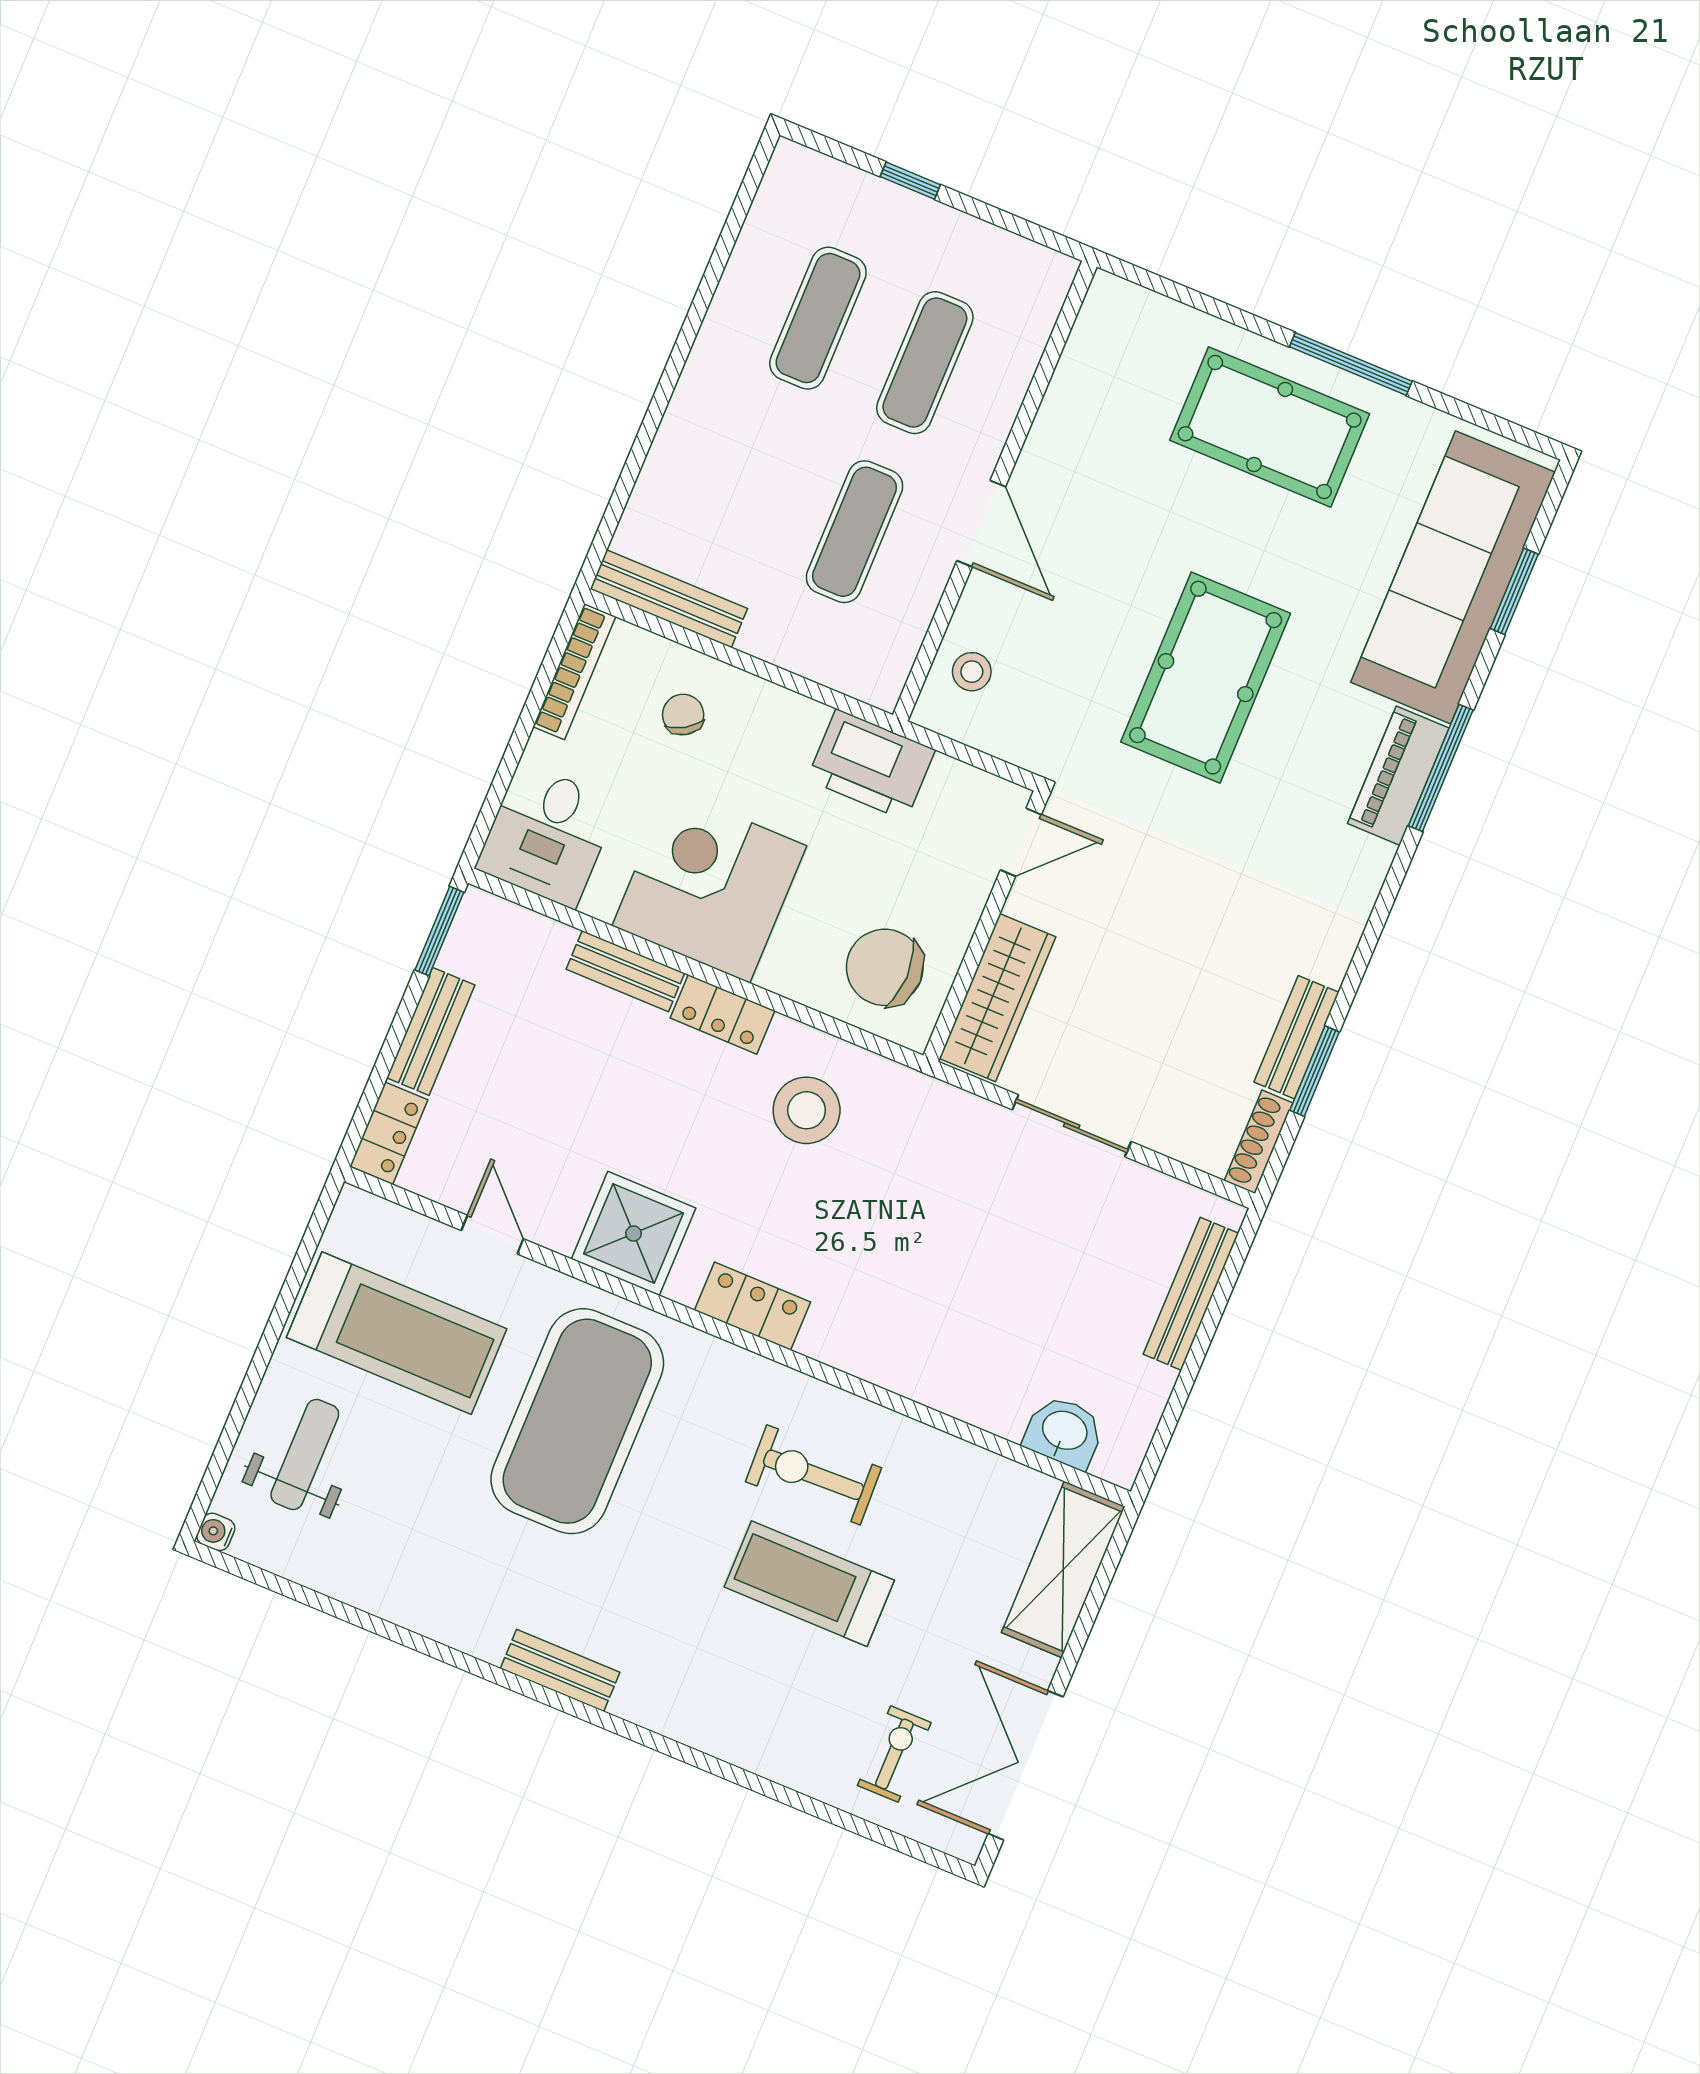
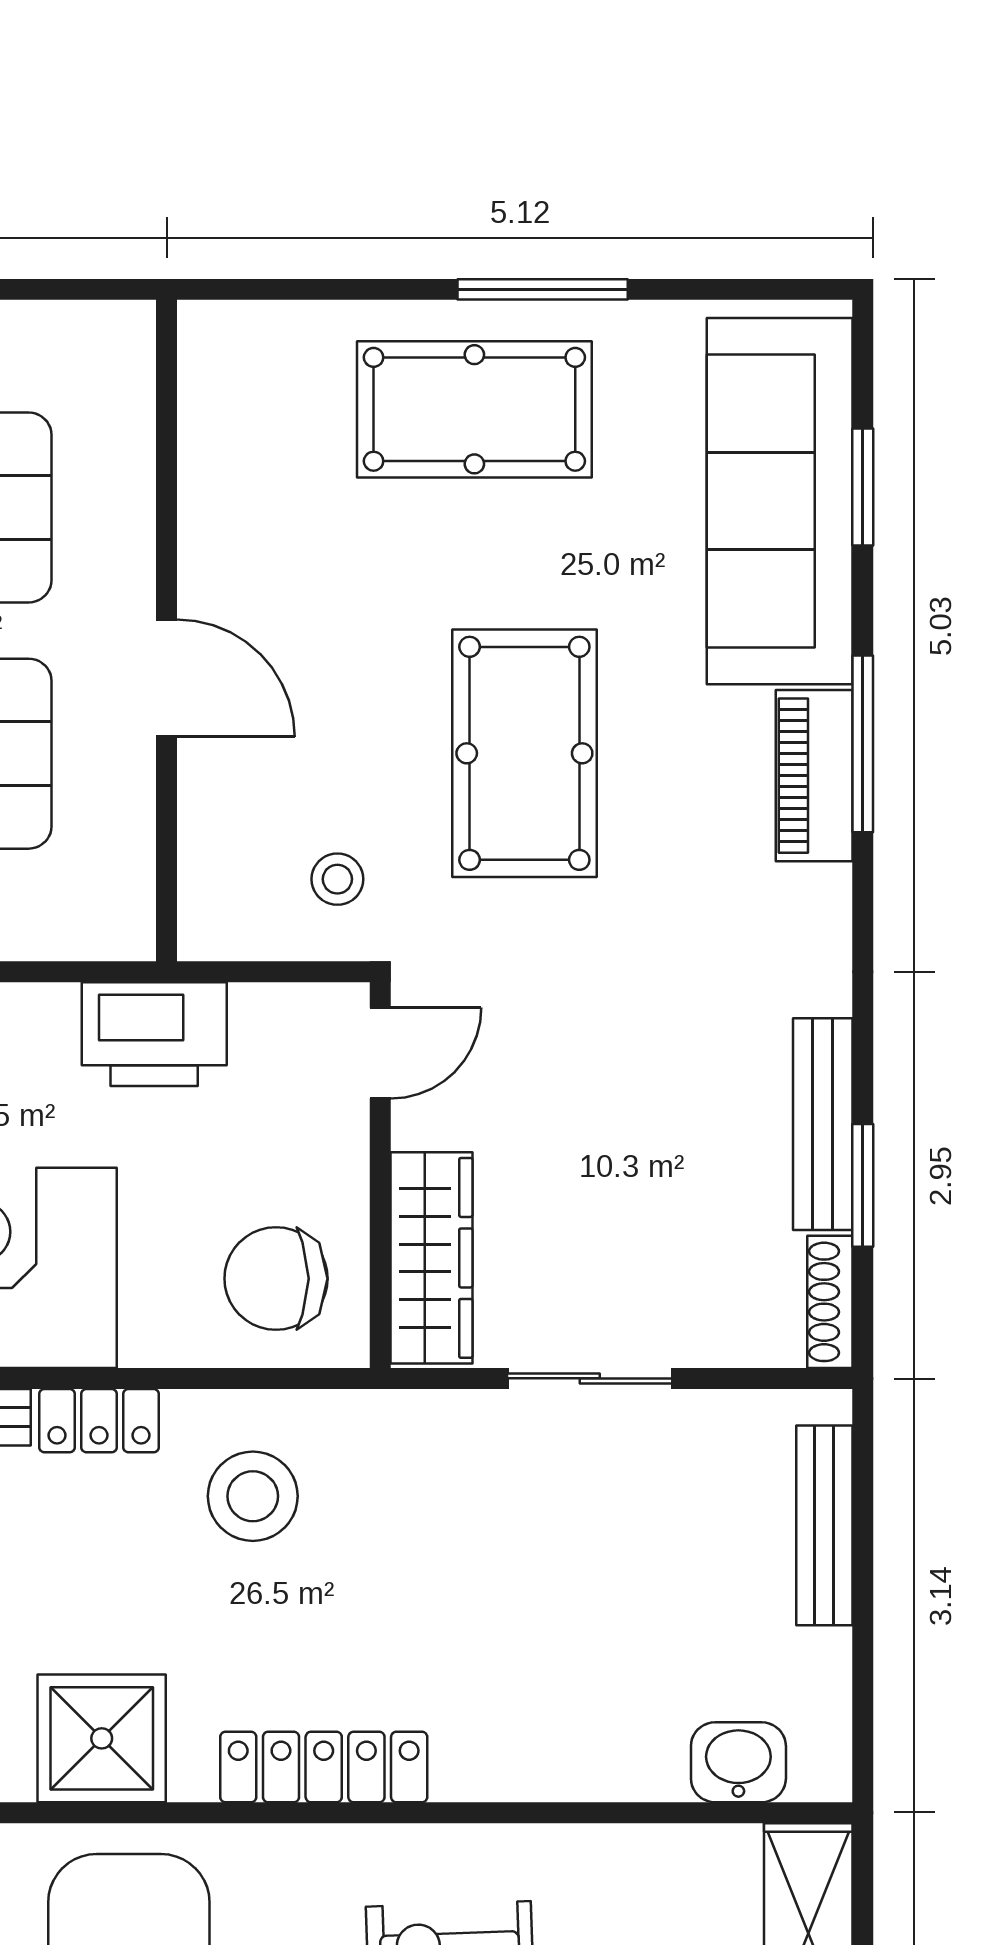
stool: (972, 672) -> (337, 879), moved
bench: (1296, 1037) -> (823, 1124), width x1.36
locker: (753, 1306) -> (324, 1767), width x1.53

